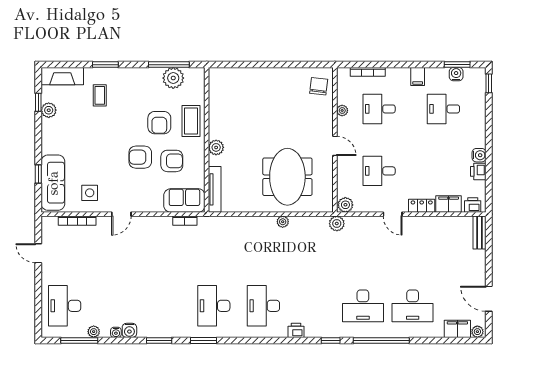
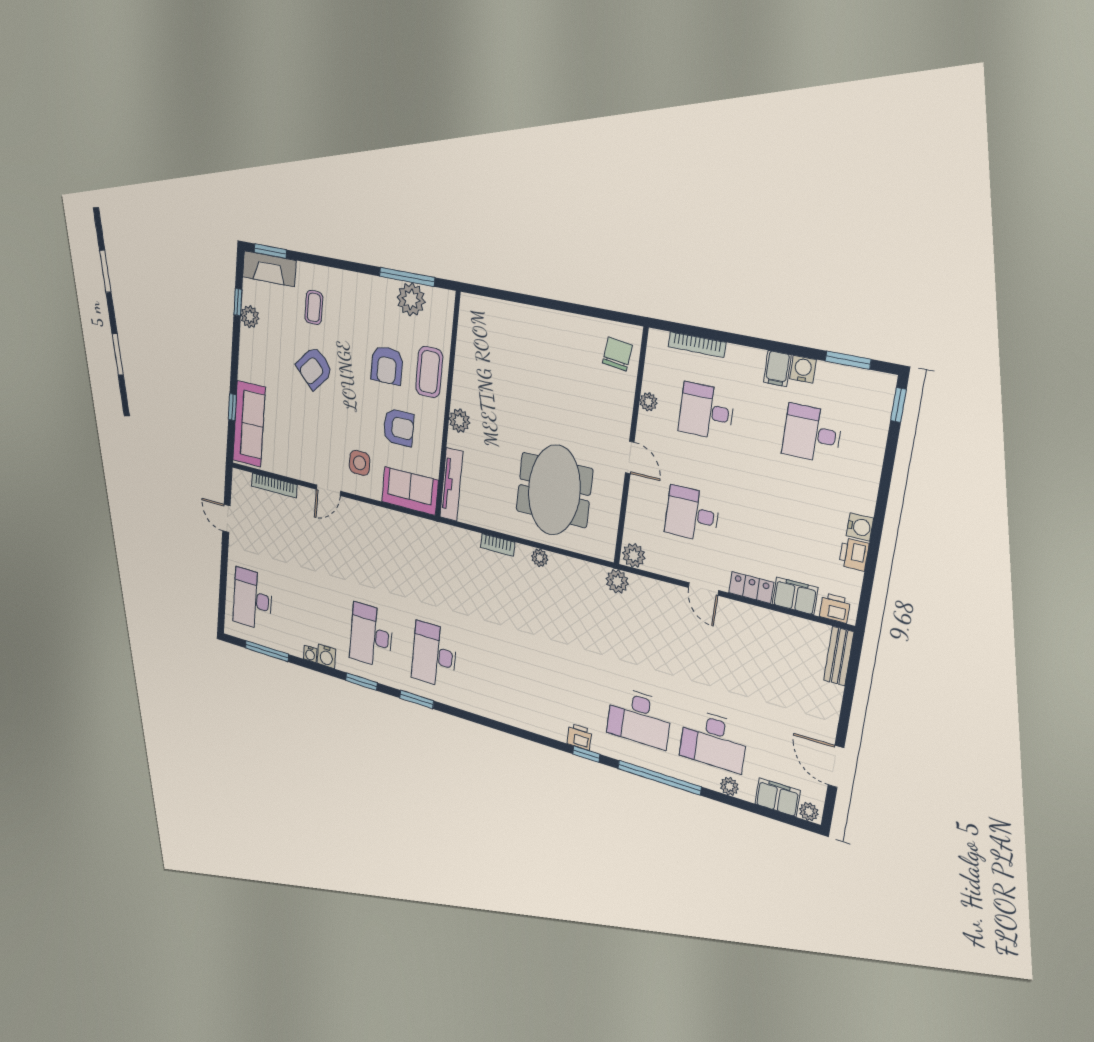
window: (105, 65) -> (270, 251), moved
water cooler: (456, 74) -> (803, 369), moved
armchair: (140, 157) -> (314, 368), moved, turned -46
side table: (90, 193) -> (360, 463), moved
bookcase: (185, 221) -> (498, 545), moved
desk: (263, 306) -> (371, 636), moved
printer: (296, 330) -> (579, 737), moved
plant: (94, 332) -> (729, 786), moved

